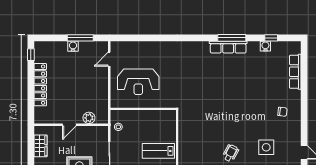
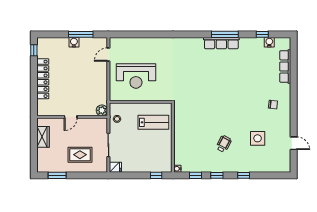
water cooler: (265, 46) -> (269, 42), moved
plant: (89, 118) -> (102, 110), moved
lab bench: (158, 151) -> (153, 122), moved, turned 180

